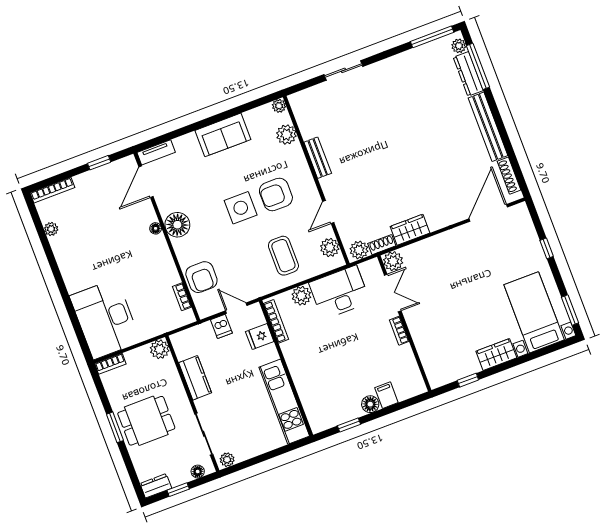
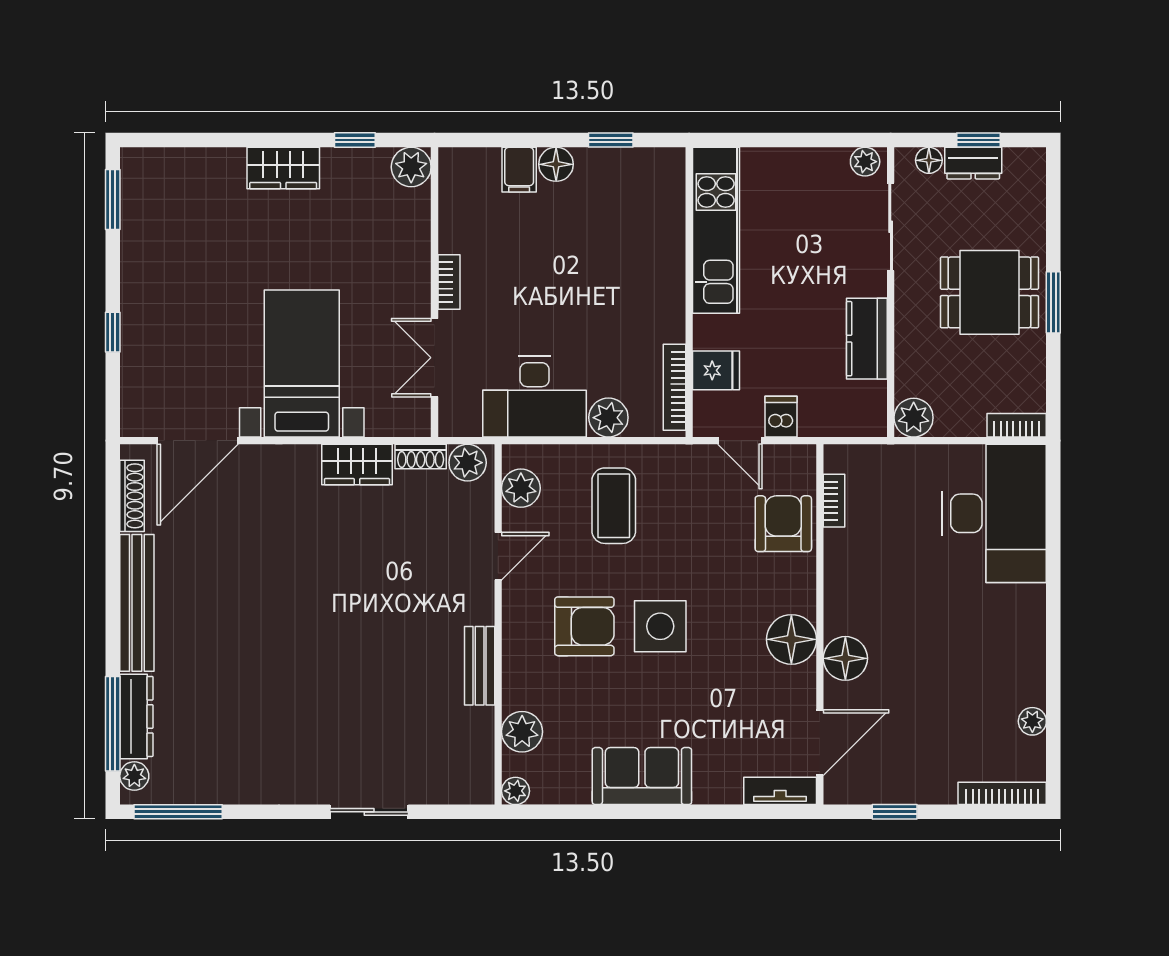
floor lamp: (156, 228) -> (845, 658), width x1.89, depth x1.89
plant: (393, 261) -> (411, 167), moved
bed with nightstands: (534, 312) -> (302, 363), moved, turned 180
dresser: (156, 486) -> (973, 163), moved

